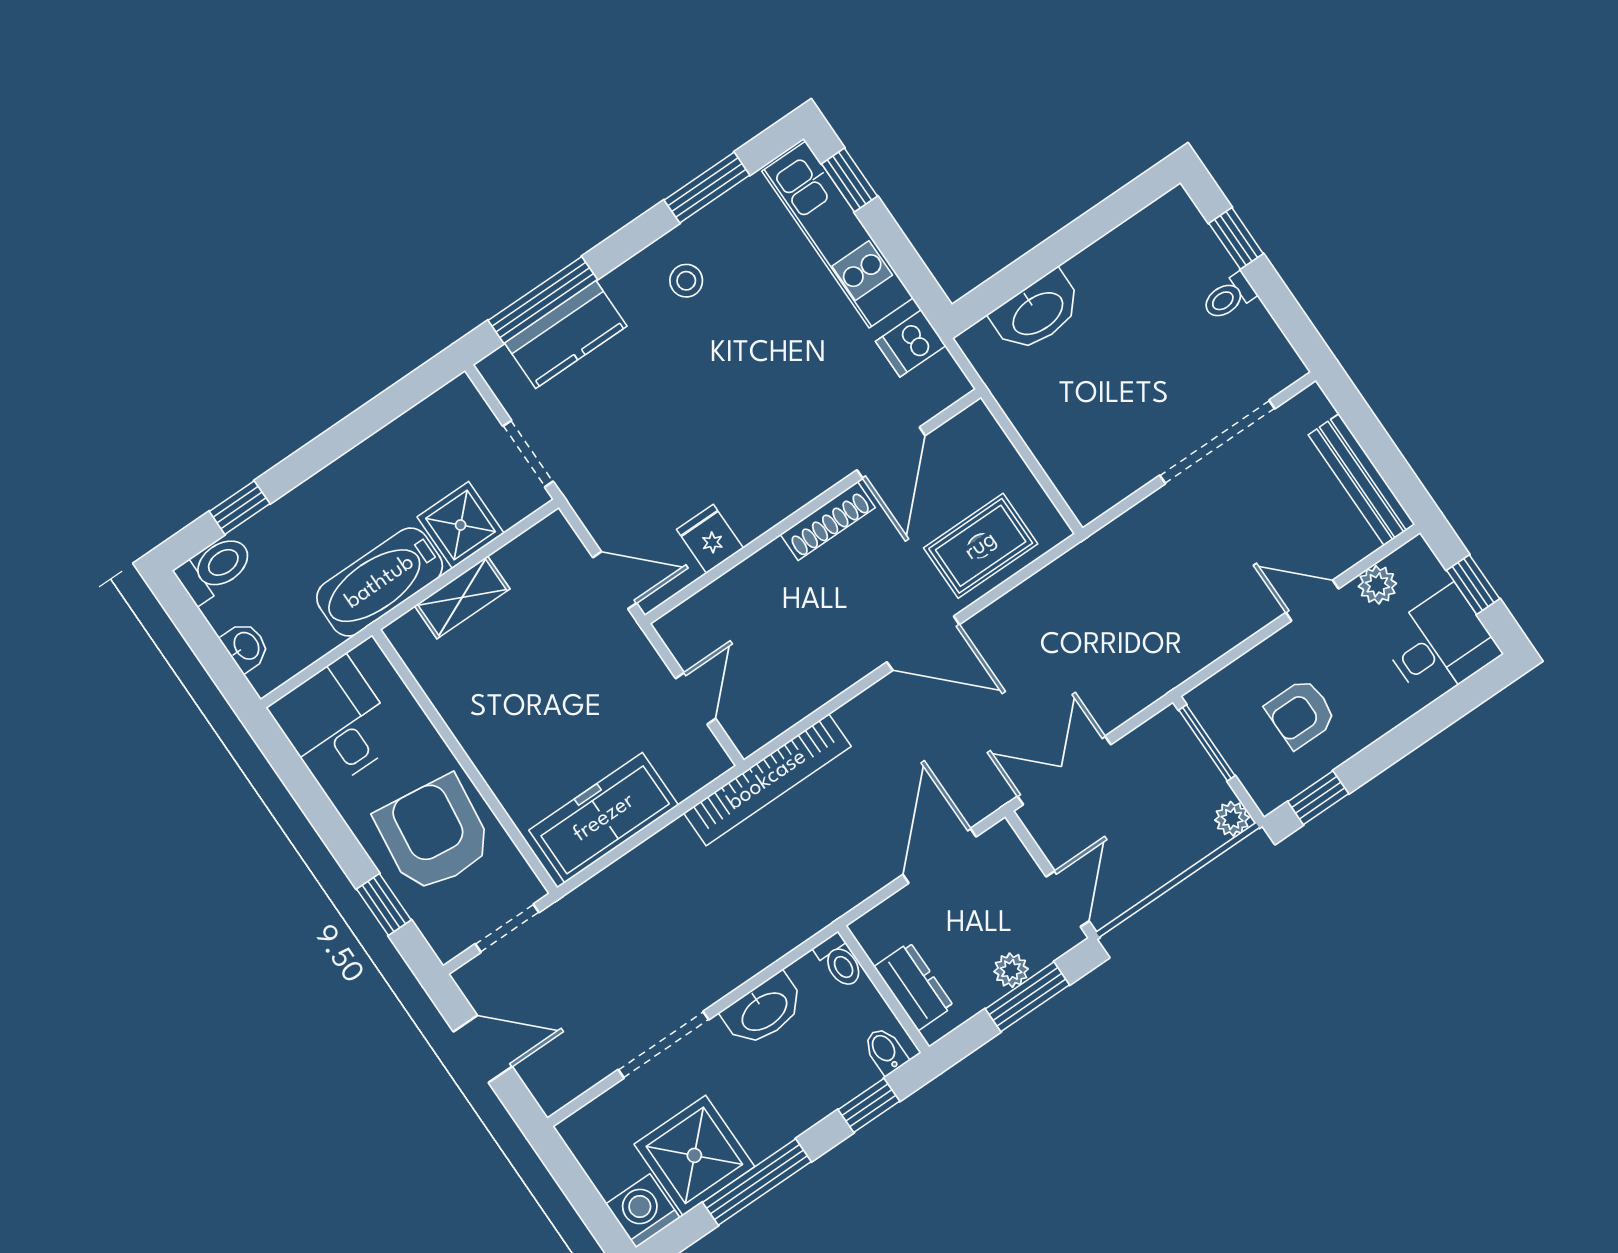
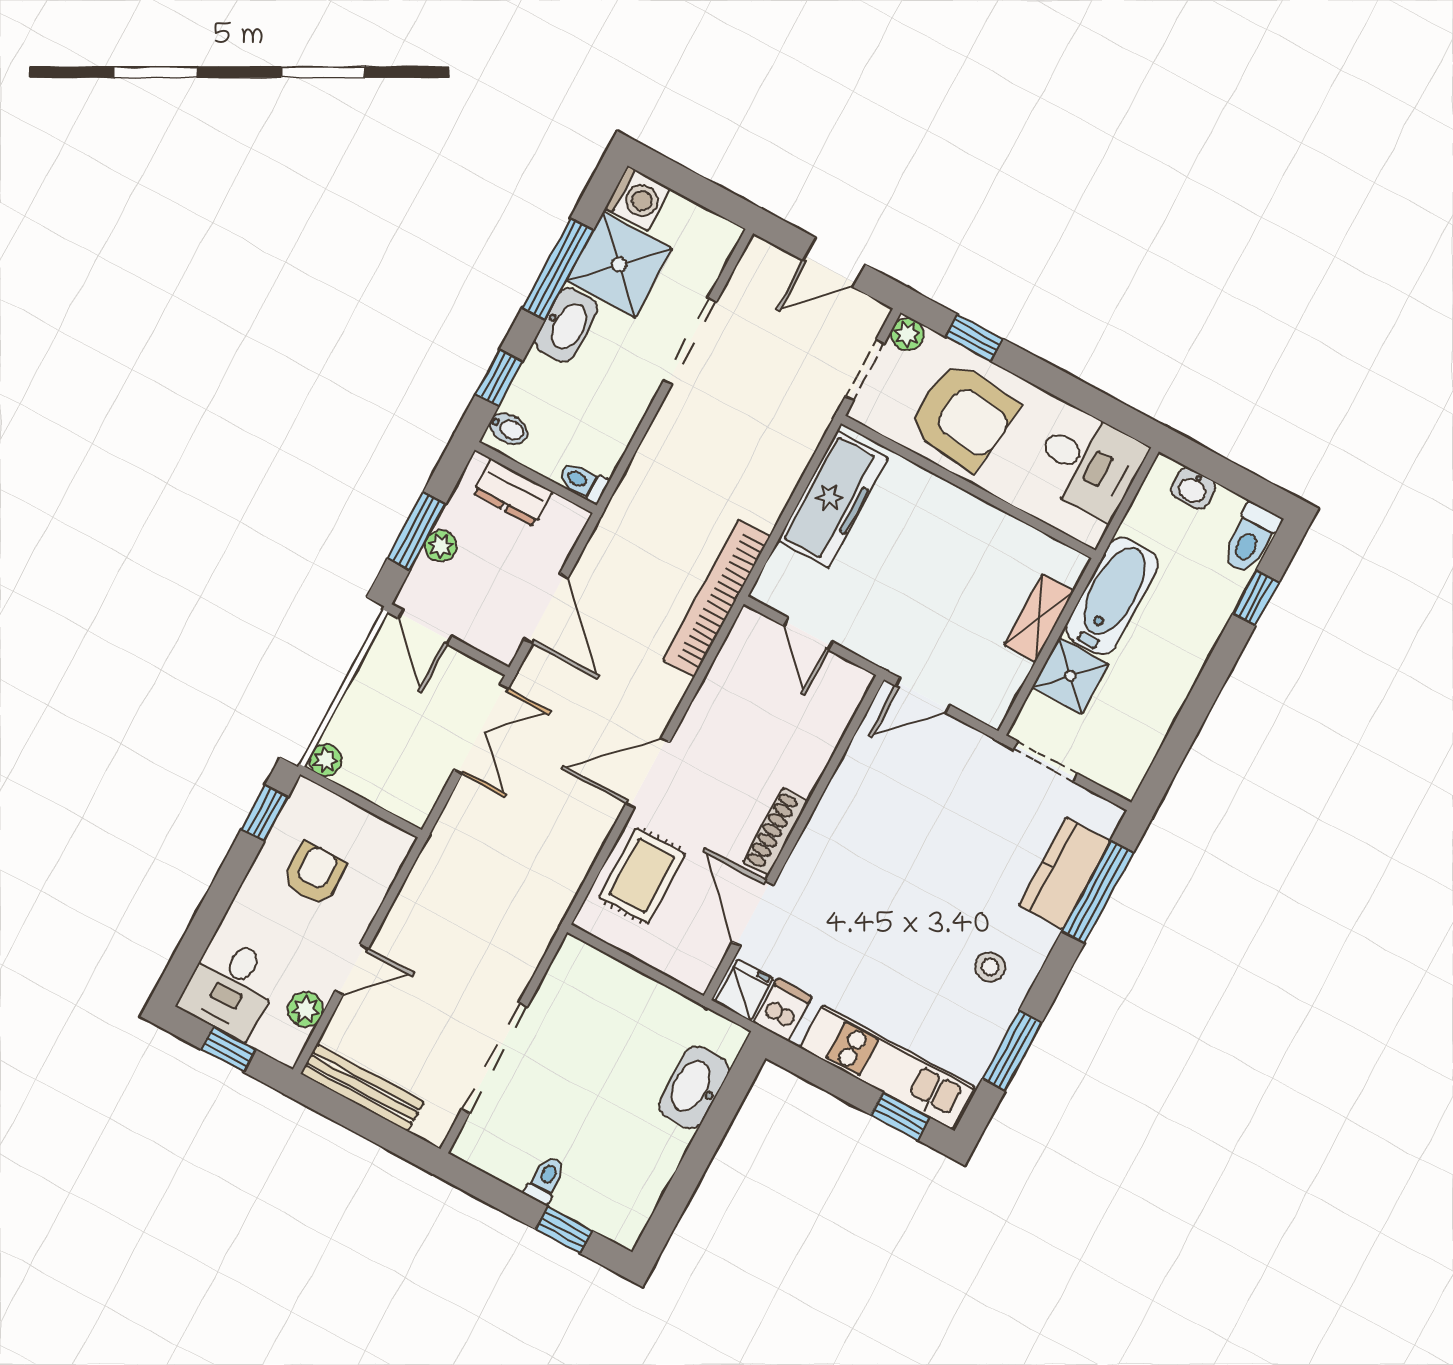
fridge: (710, 539) -> (744, 990), moved, turned -90
window: (1207, 743) -> (377, 811), removed
plant: (448, 942) -> (907, 334), added
washbasin: (764, 1010) -> (566, 325), moved, turned 180

